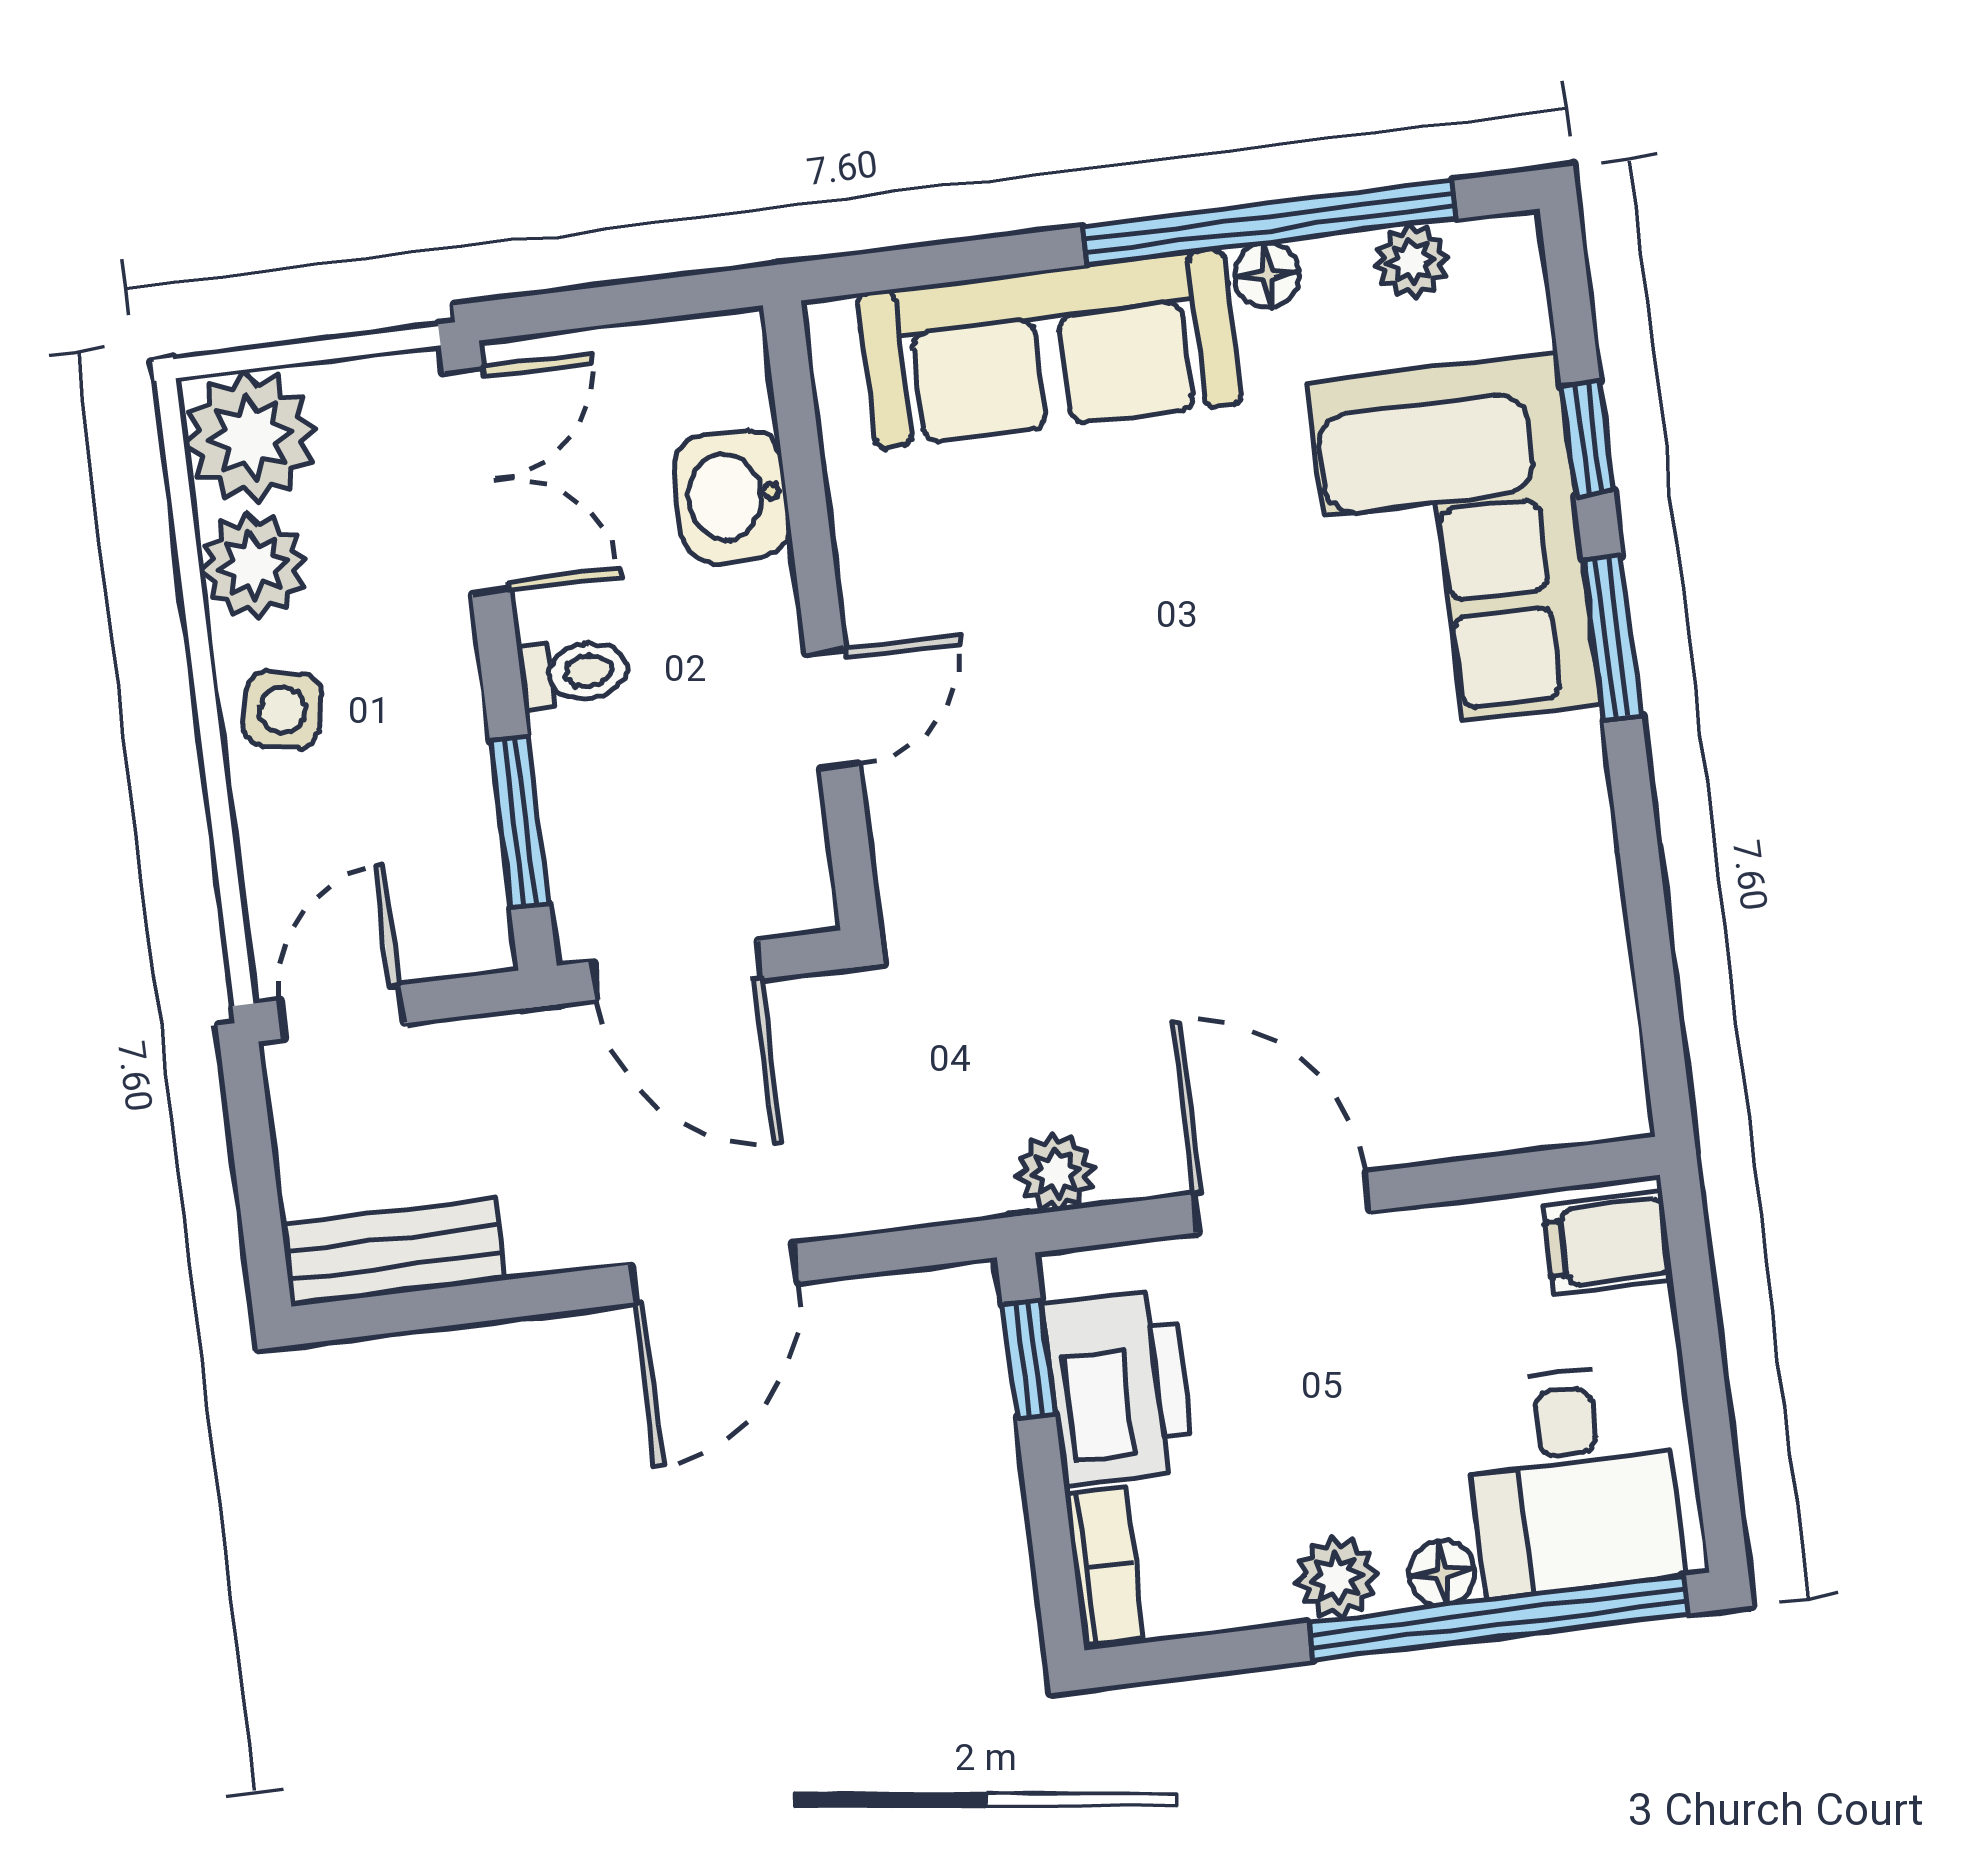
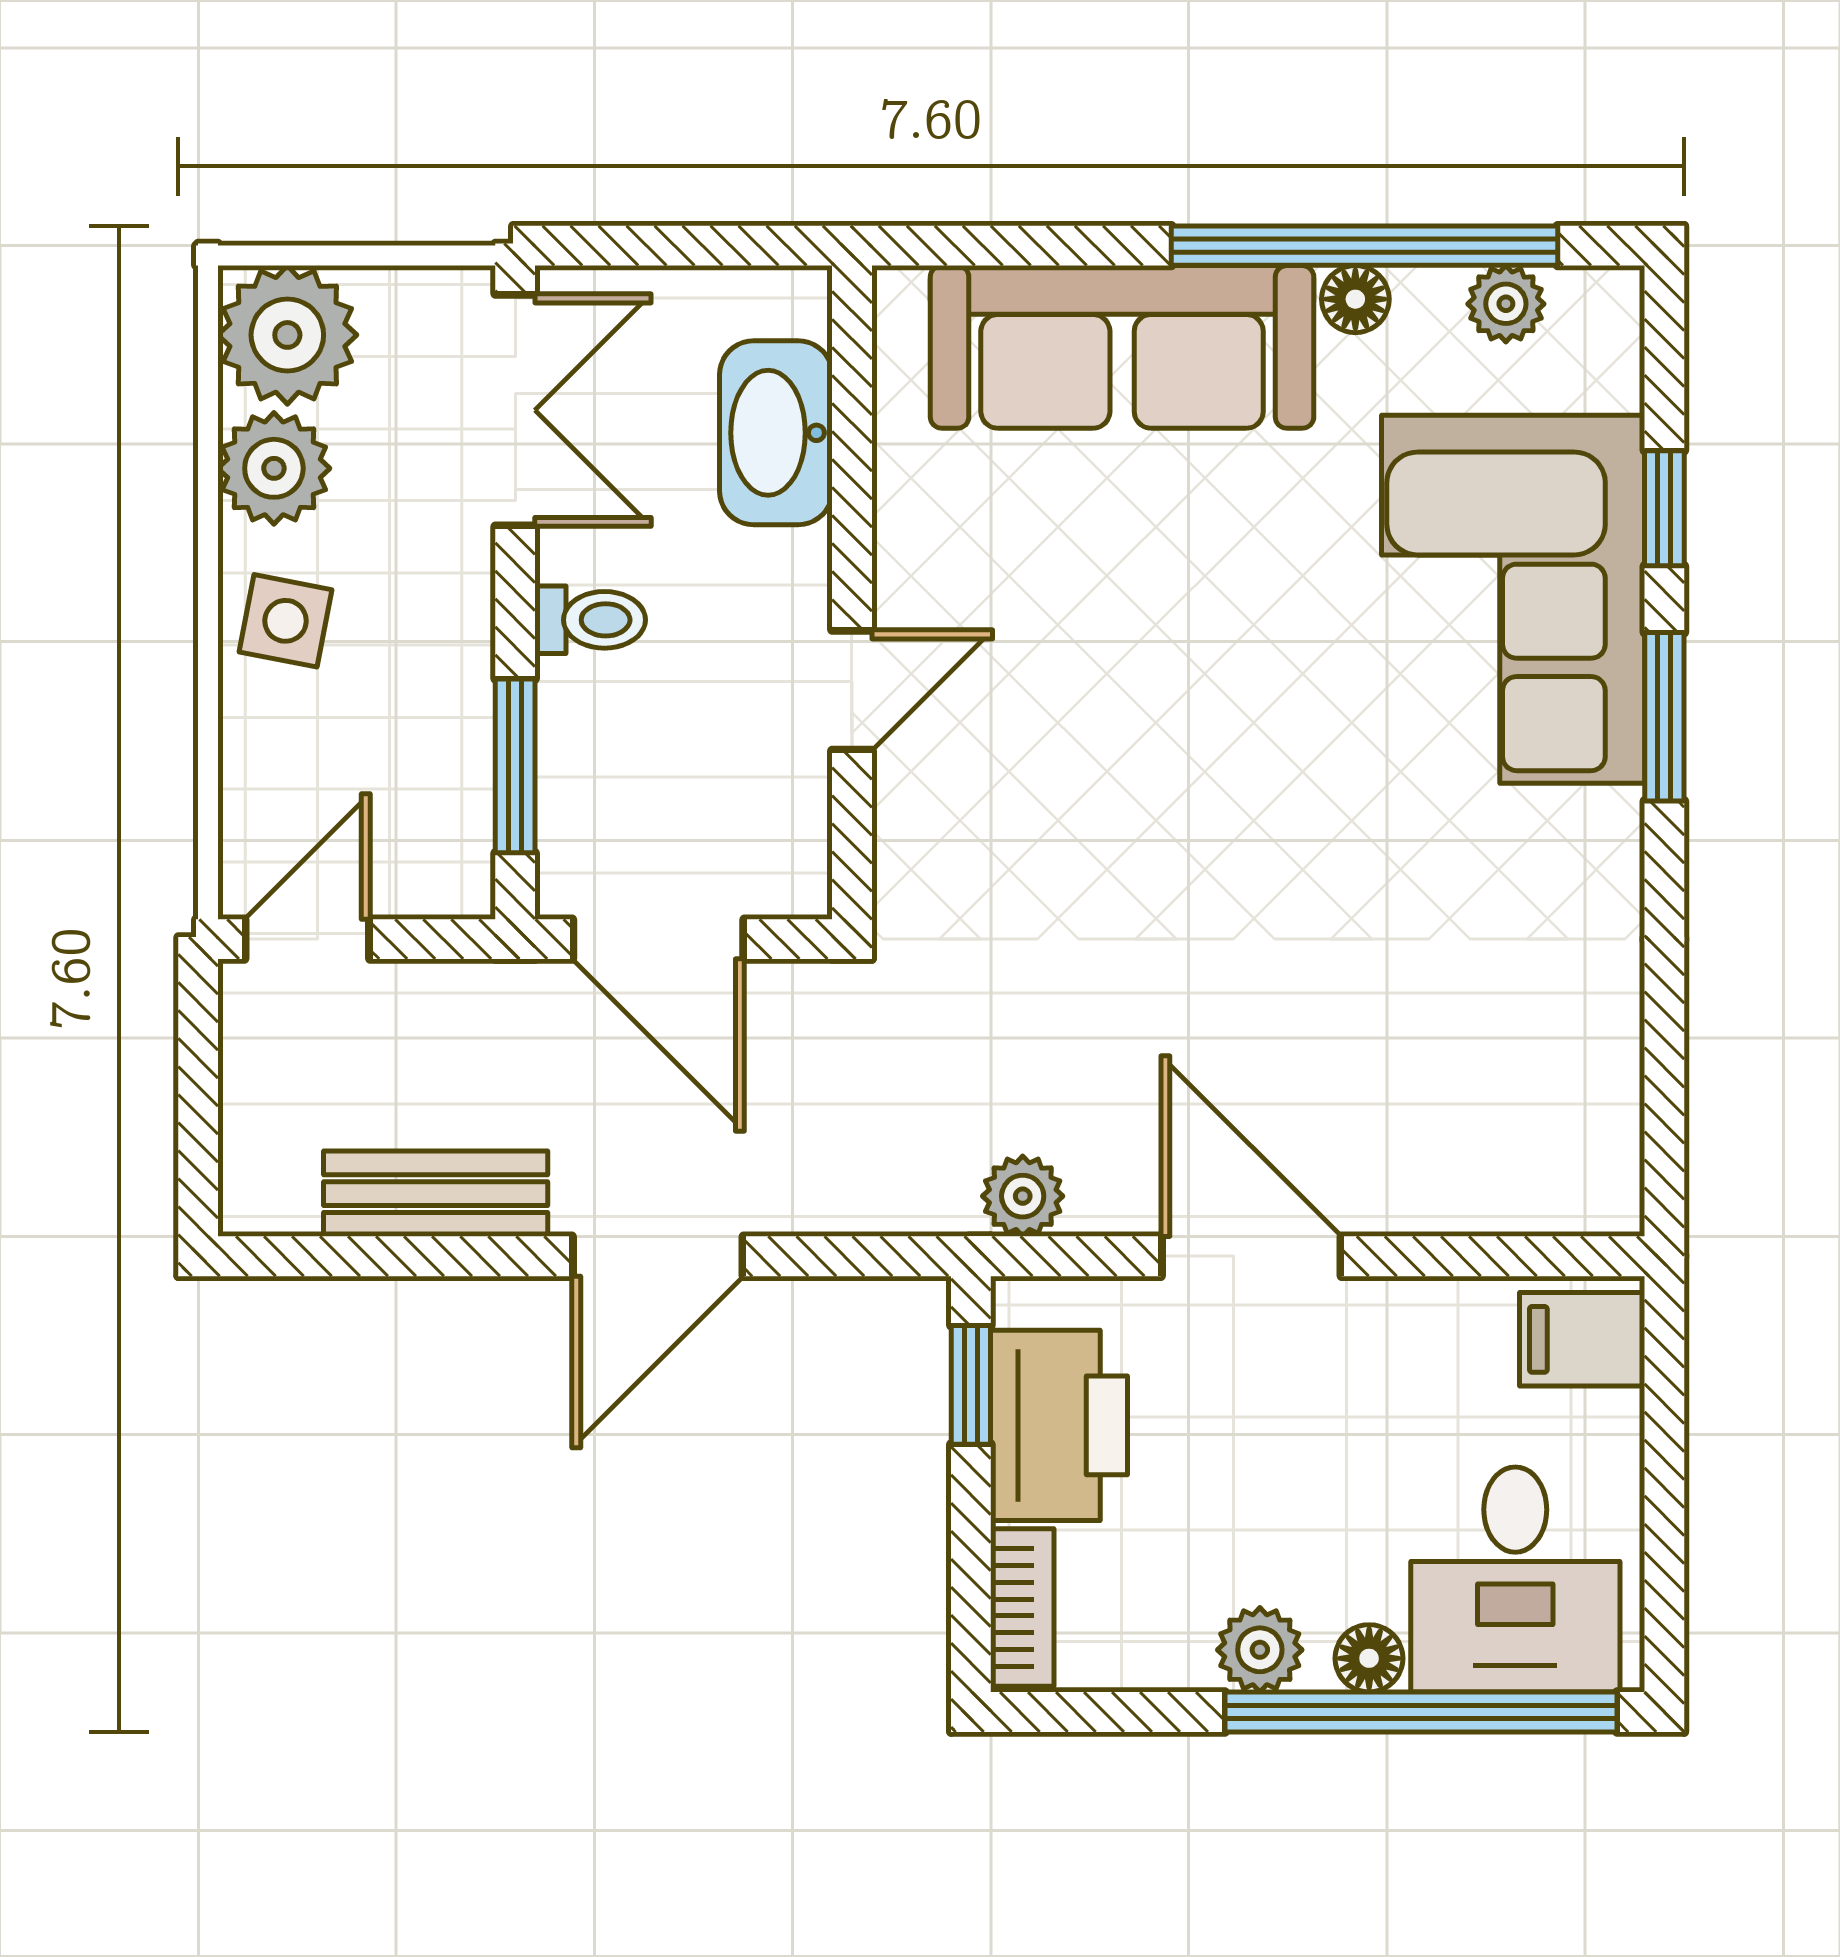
washbasin: (732, 496) -> (776, 433), width x1.38
bench: (393, 1252) -> (436, 1194), moved

